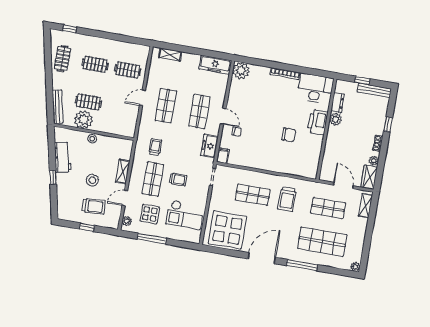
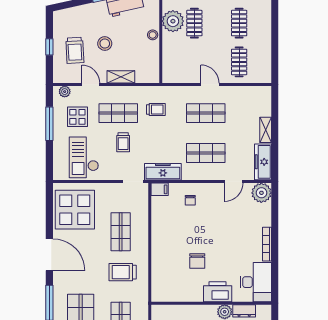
shelving: (170, 55) -> (266, 130), moved
door: (223, 116) -> (233, 182), moved
freezer: (209, 146) -> (163, 172), width x1.40

